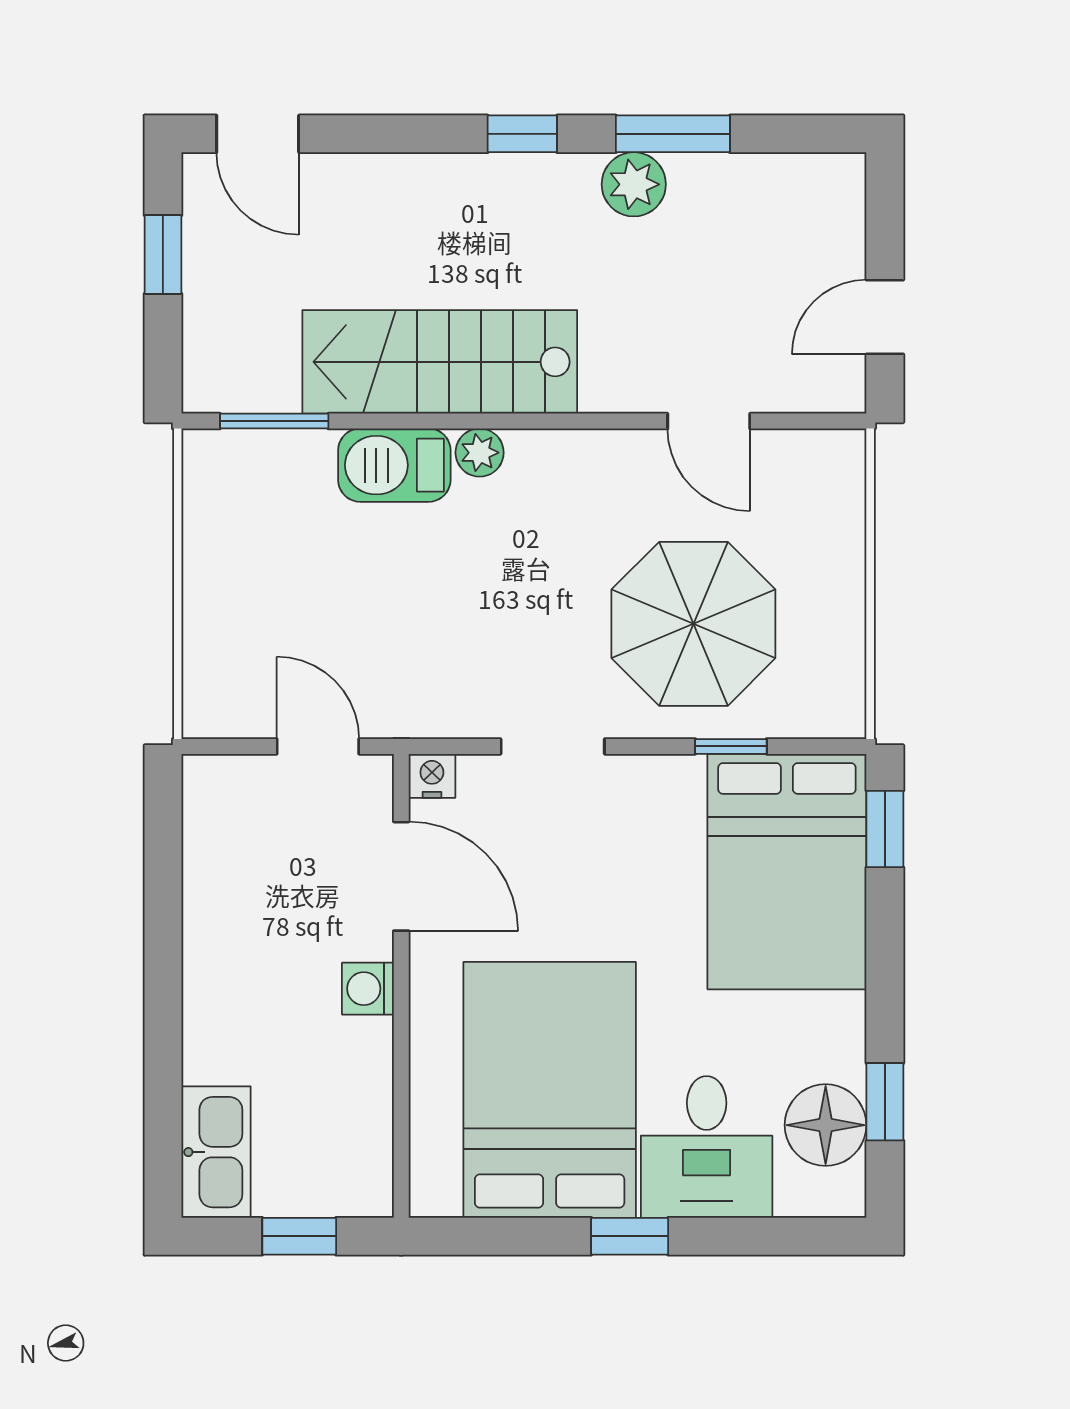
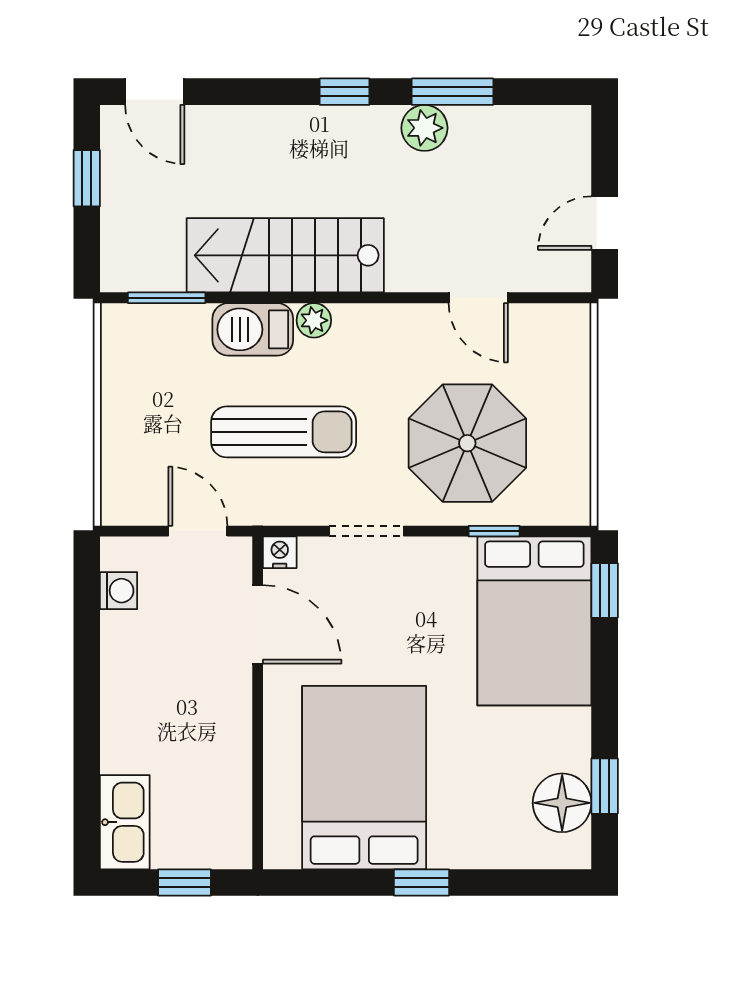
sun lounger: (437, 608) -> (284, 432), added
washing machine: (368, 989) -> (119, 591), moved, turned 180
desk: (707, 1147) -> (477, 818), removed

